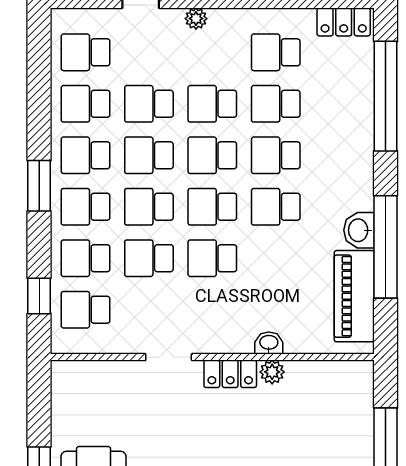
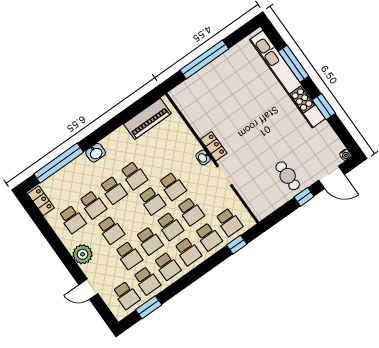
plant: (196, 19) -> (83, 254), width x1.88, depth x1.88
school desk: (212, 155) -> (131, 215), removed
window: (39, 186) -> (149, 307), moved
washbasin: (359, 230) -> (96, 153), moved
window: (386, 247) -> (119, 120), removed
washbasin: (269, 343) -> (203, 157), moved
plant: (272, 372) -> (201, 130), removed

